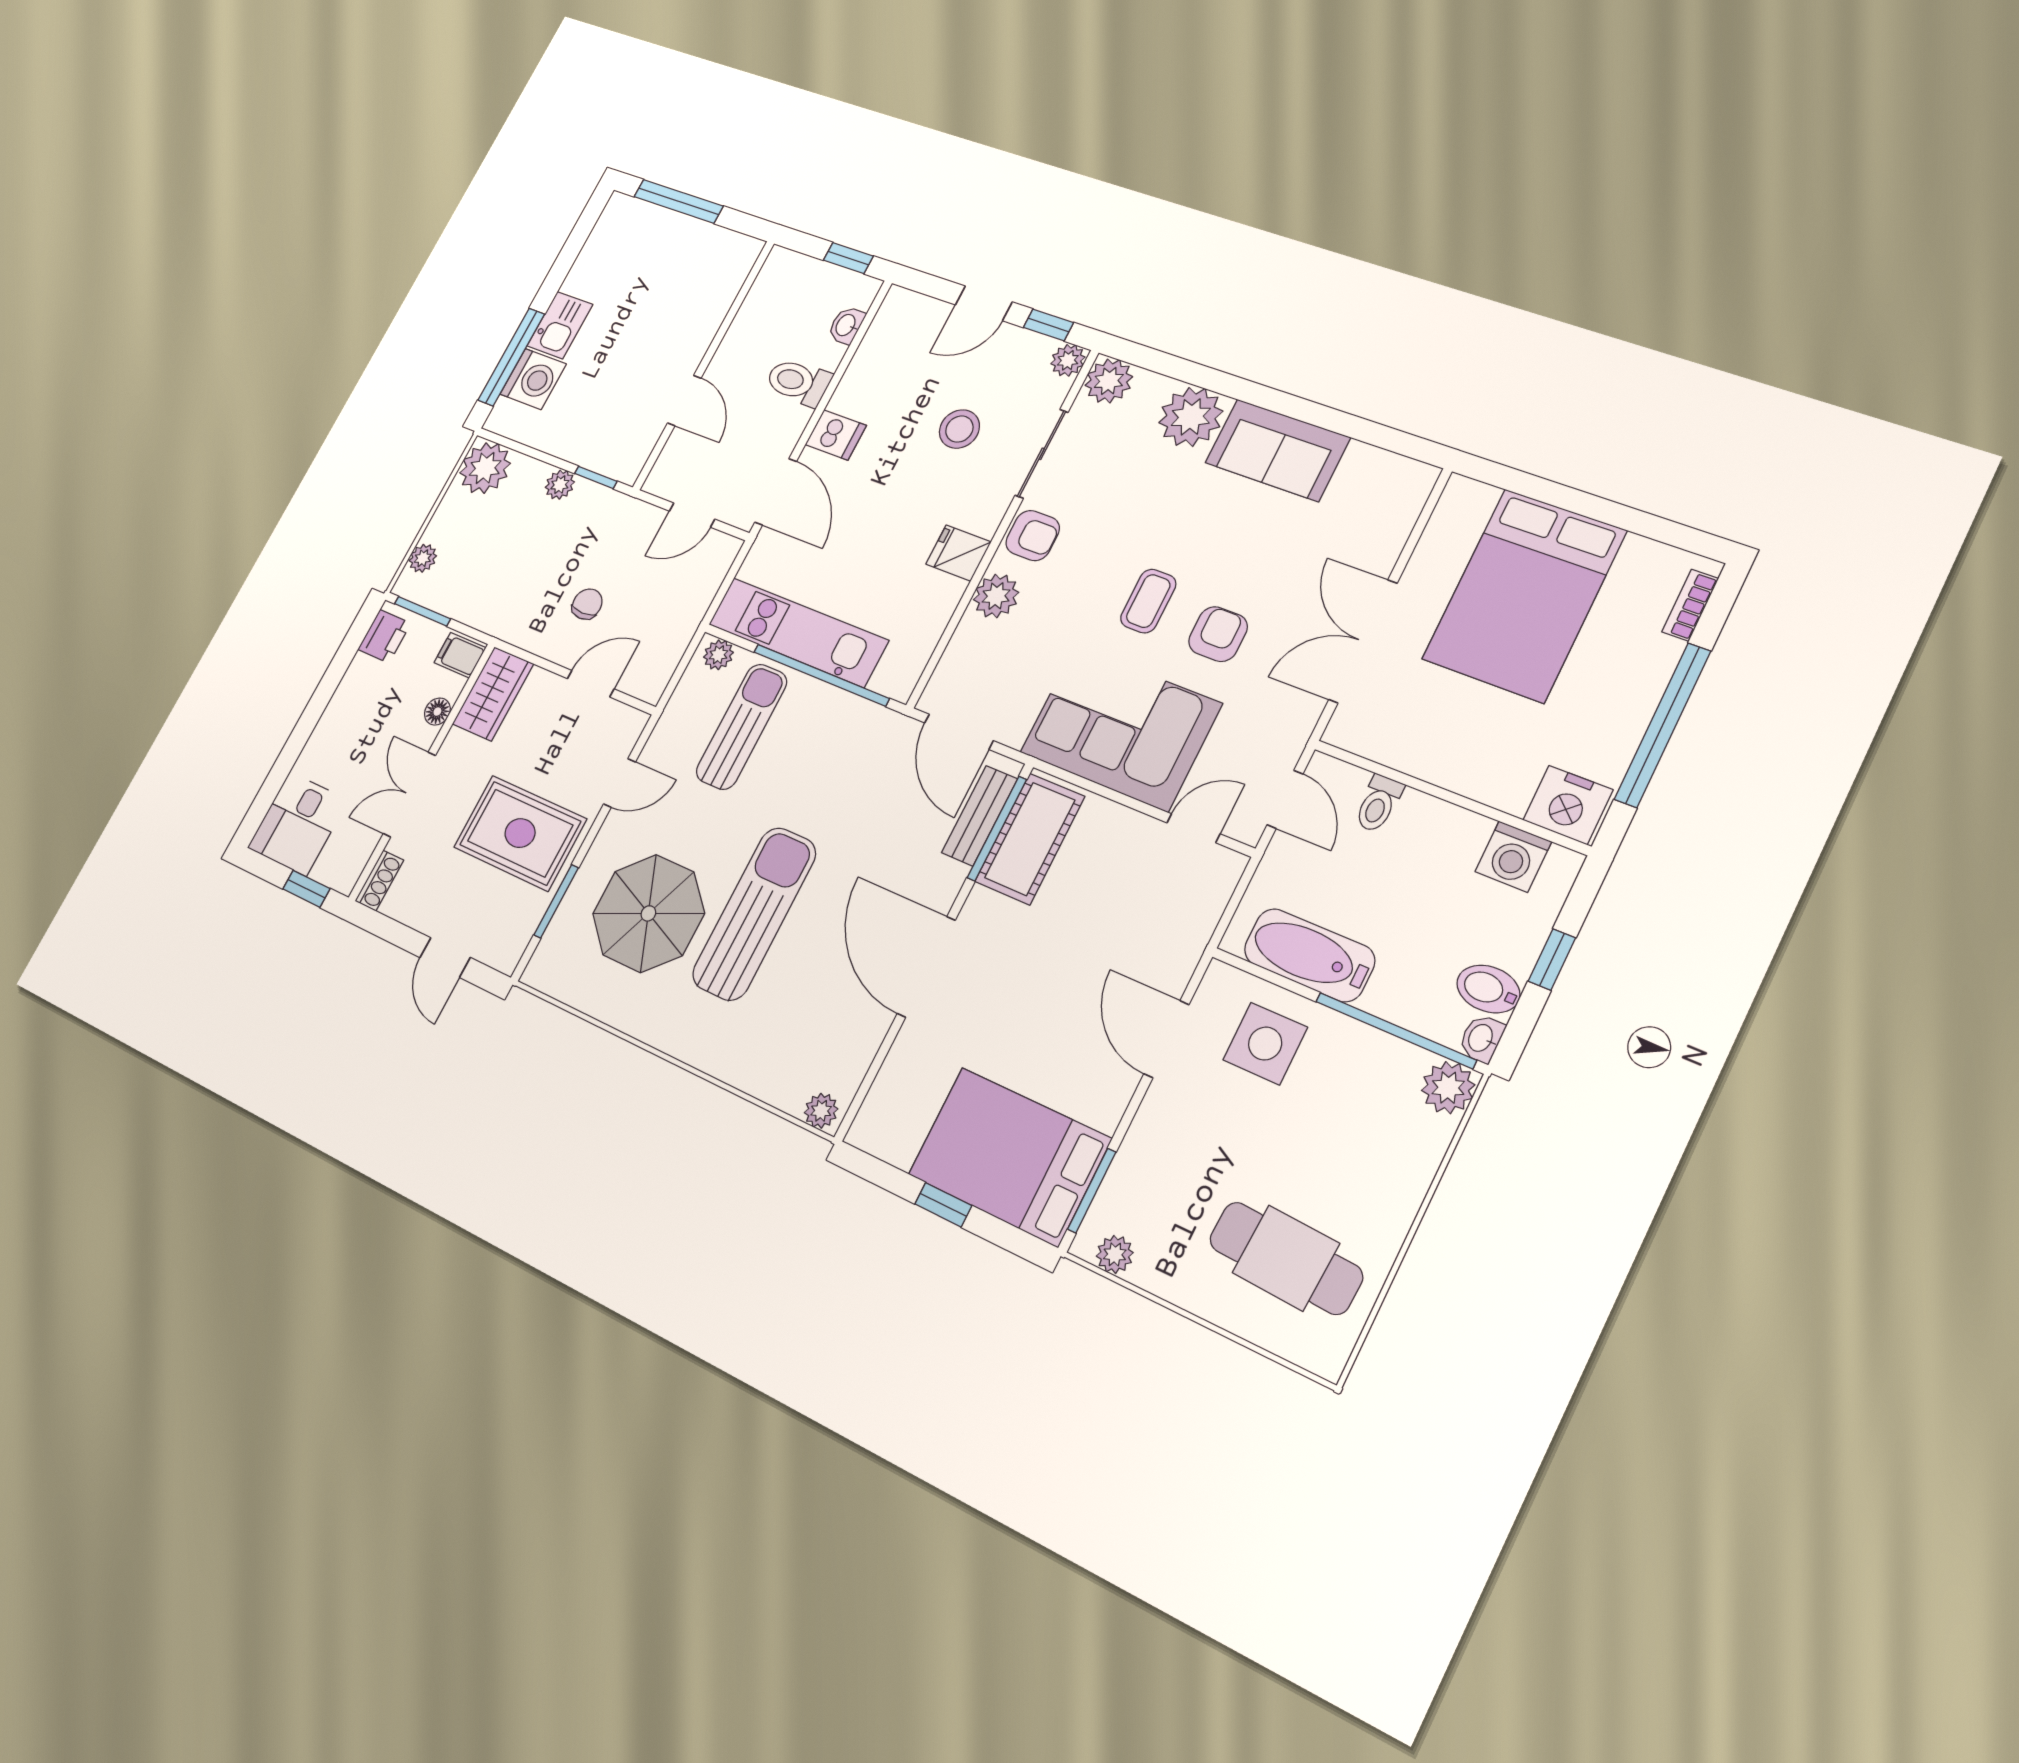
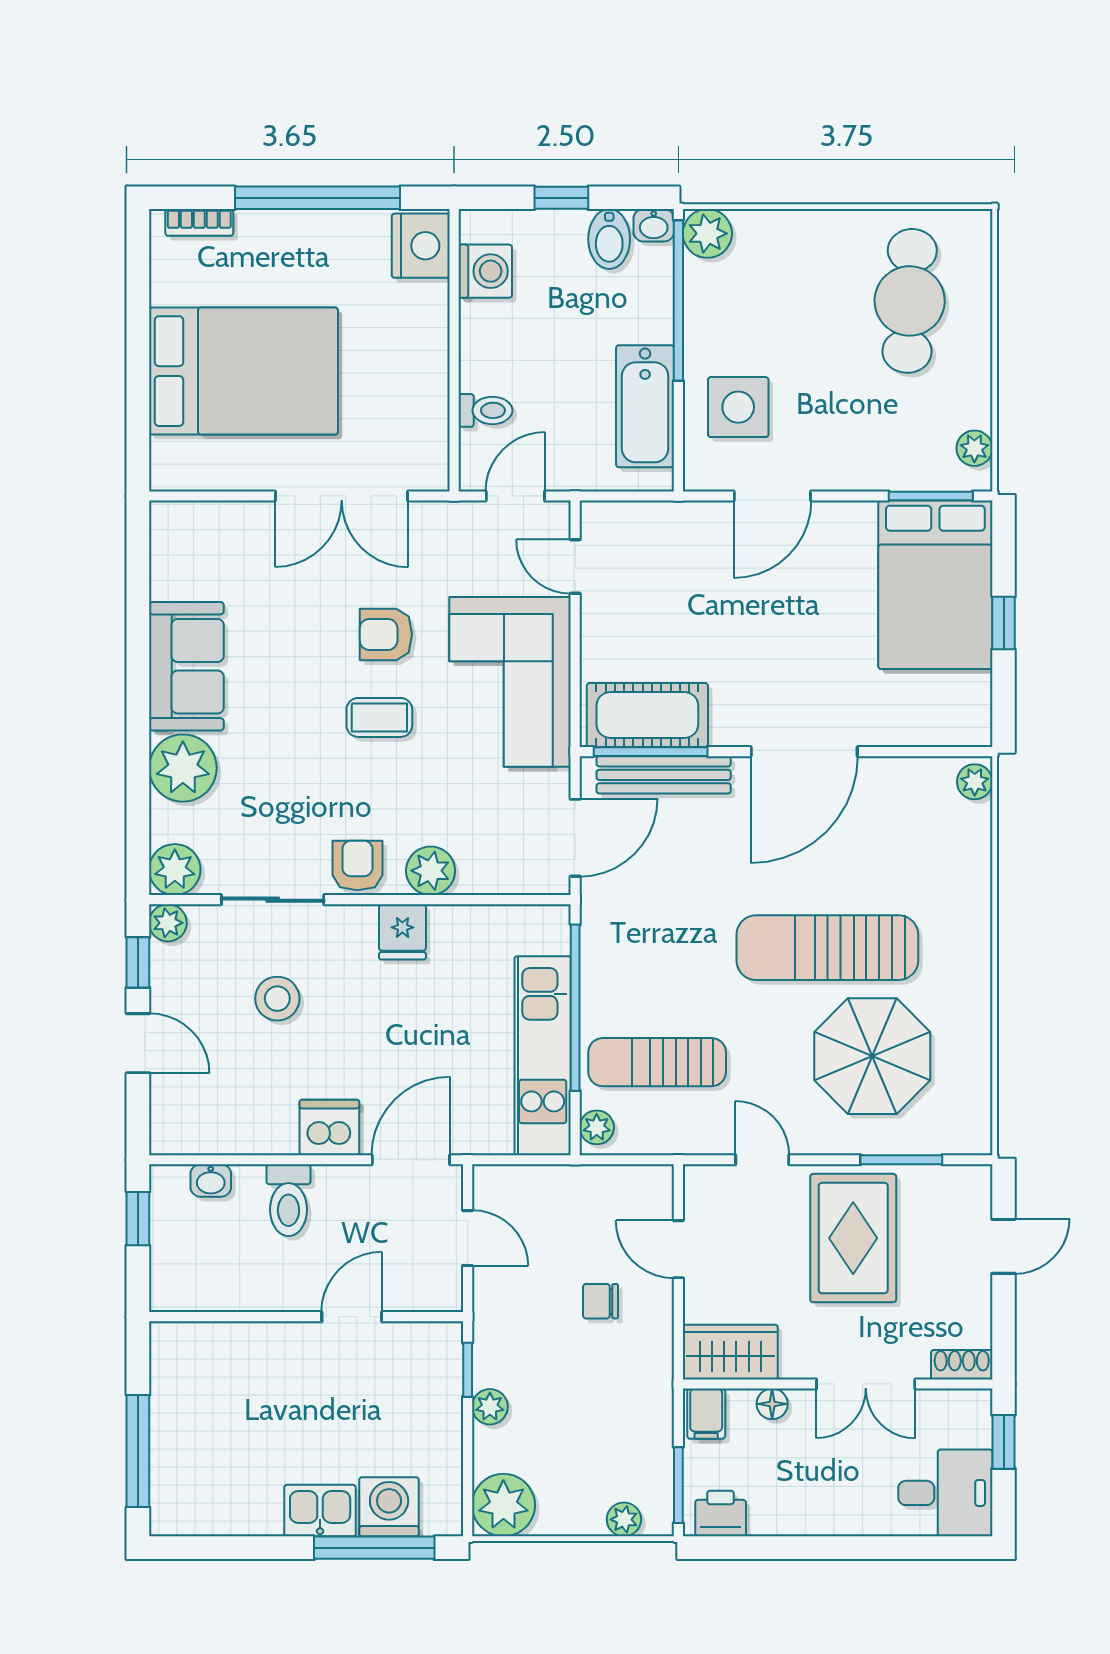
dishwasher: (836, 435) -> (329, 1127), width x1.38
bench: (980, 816) -> (664, 775), width x1.36

